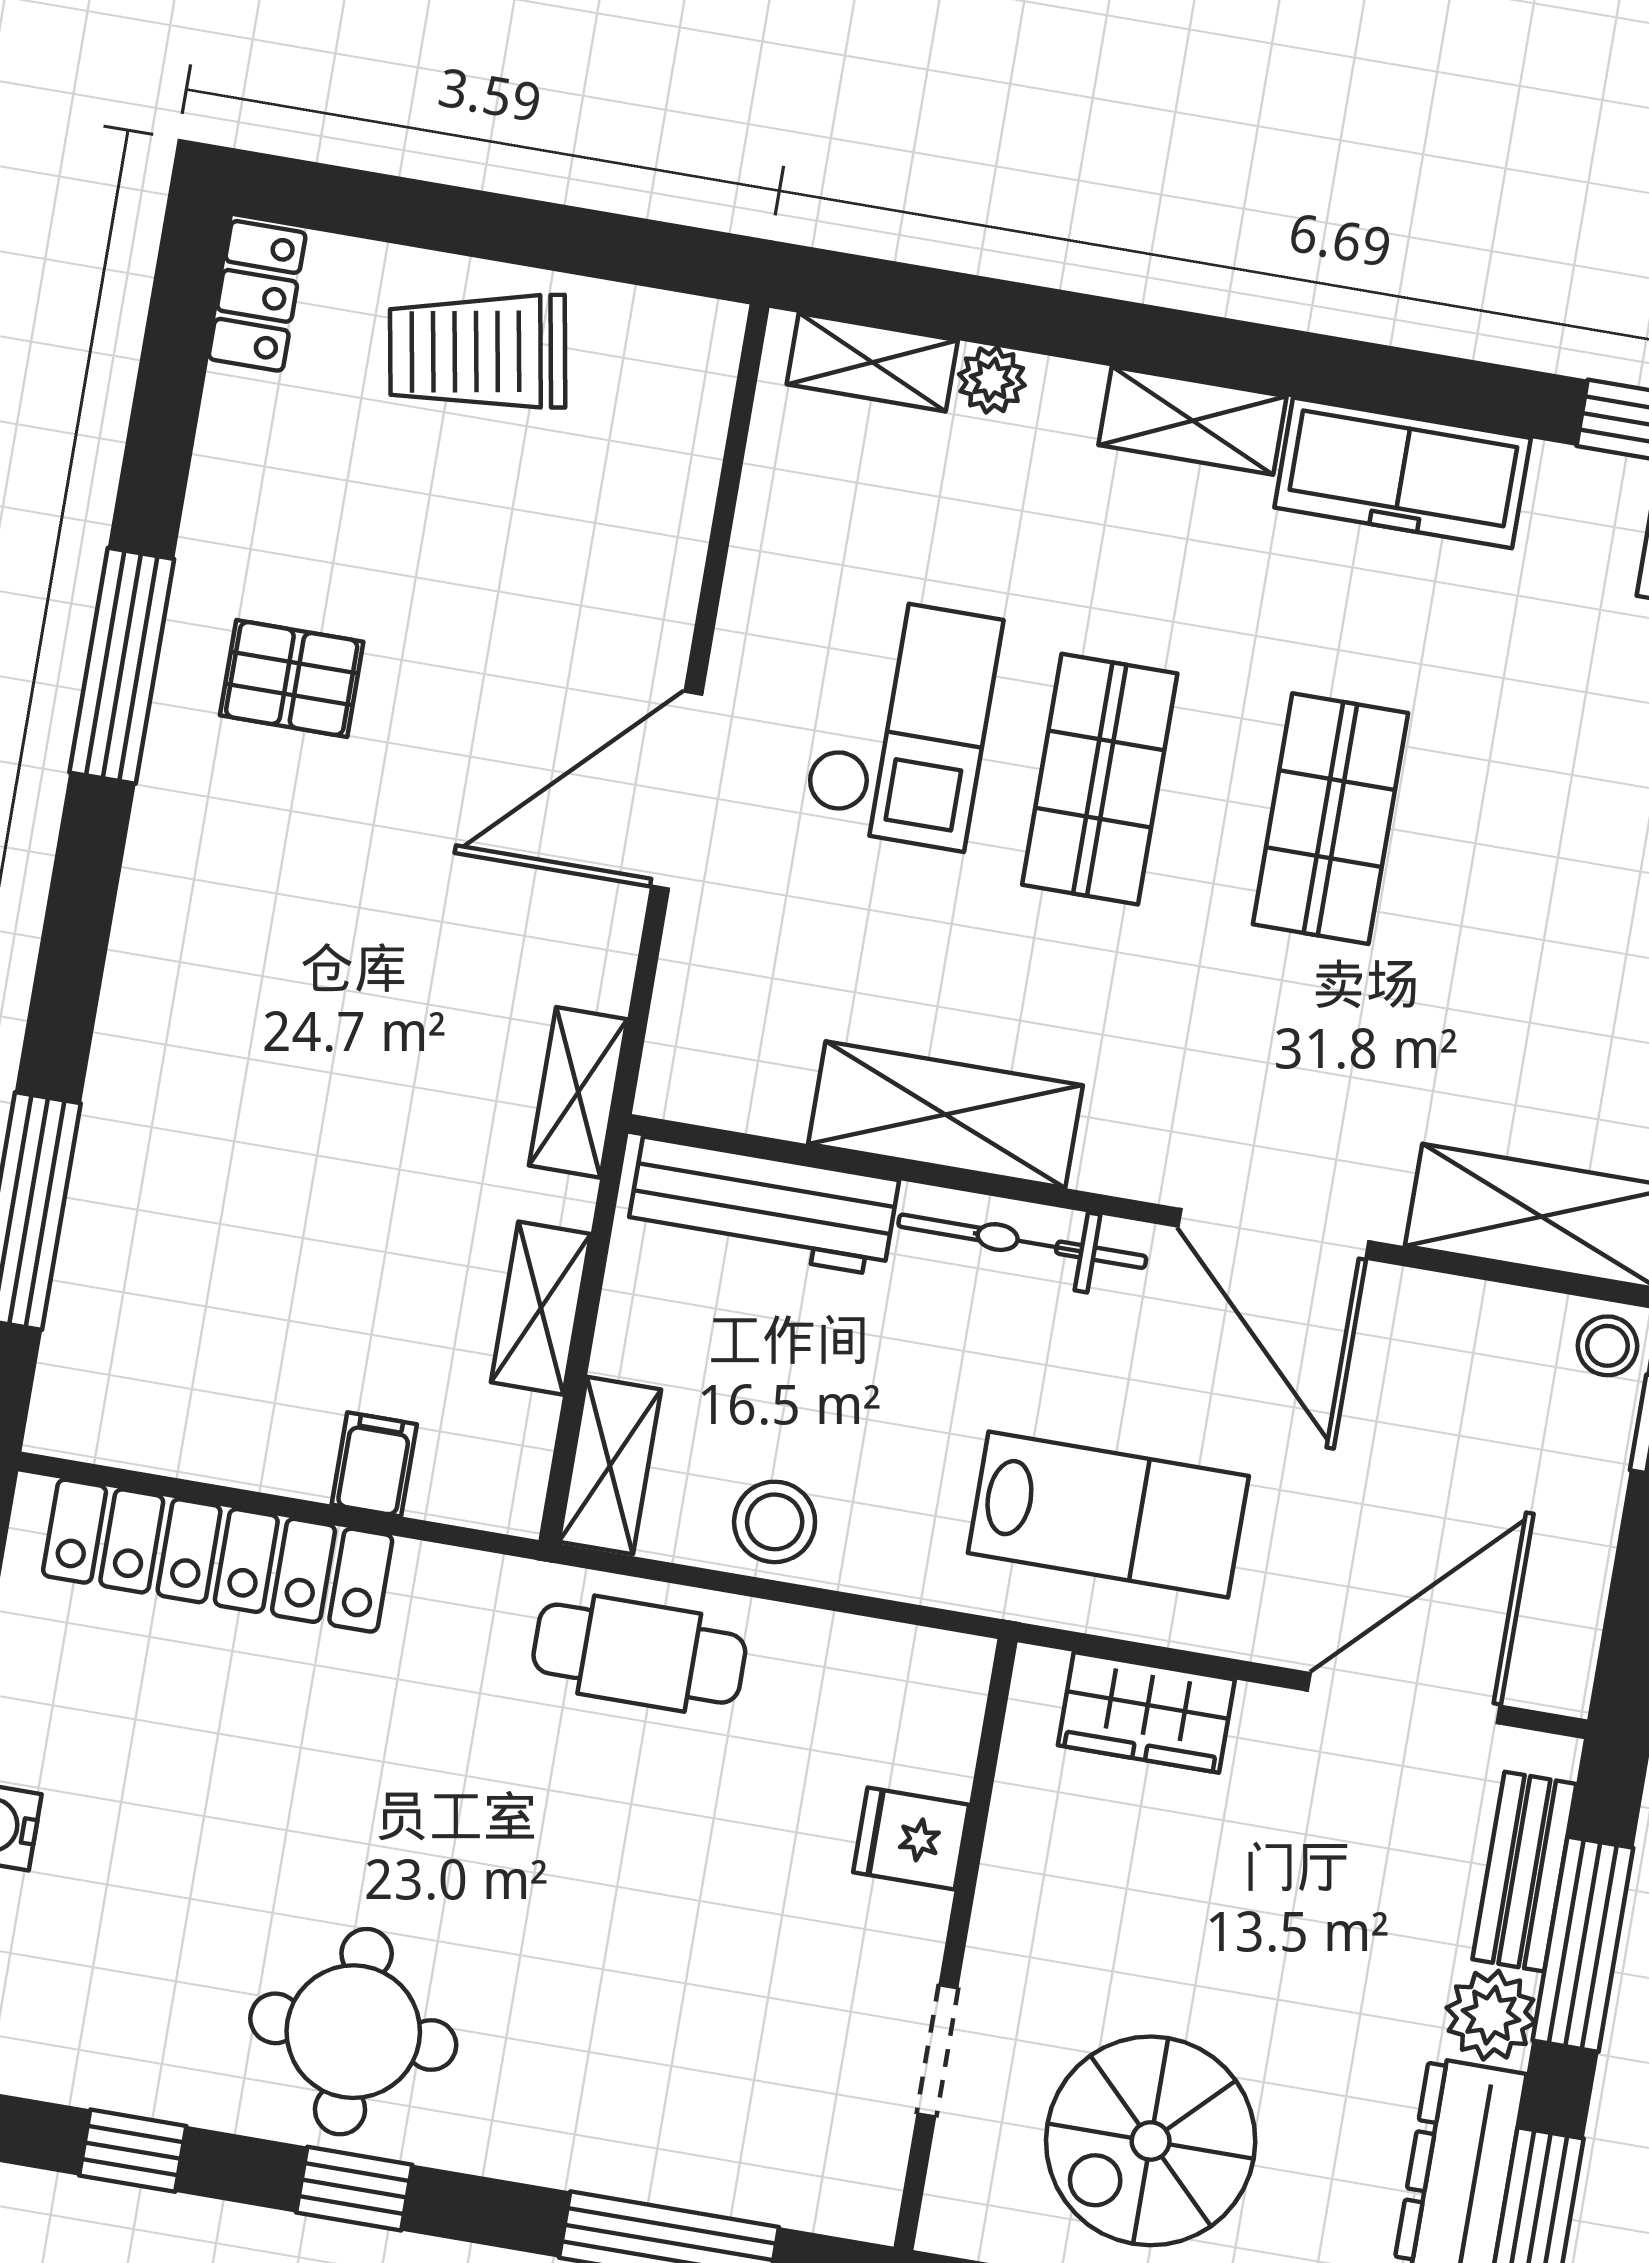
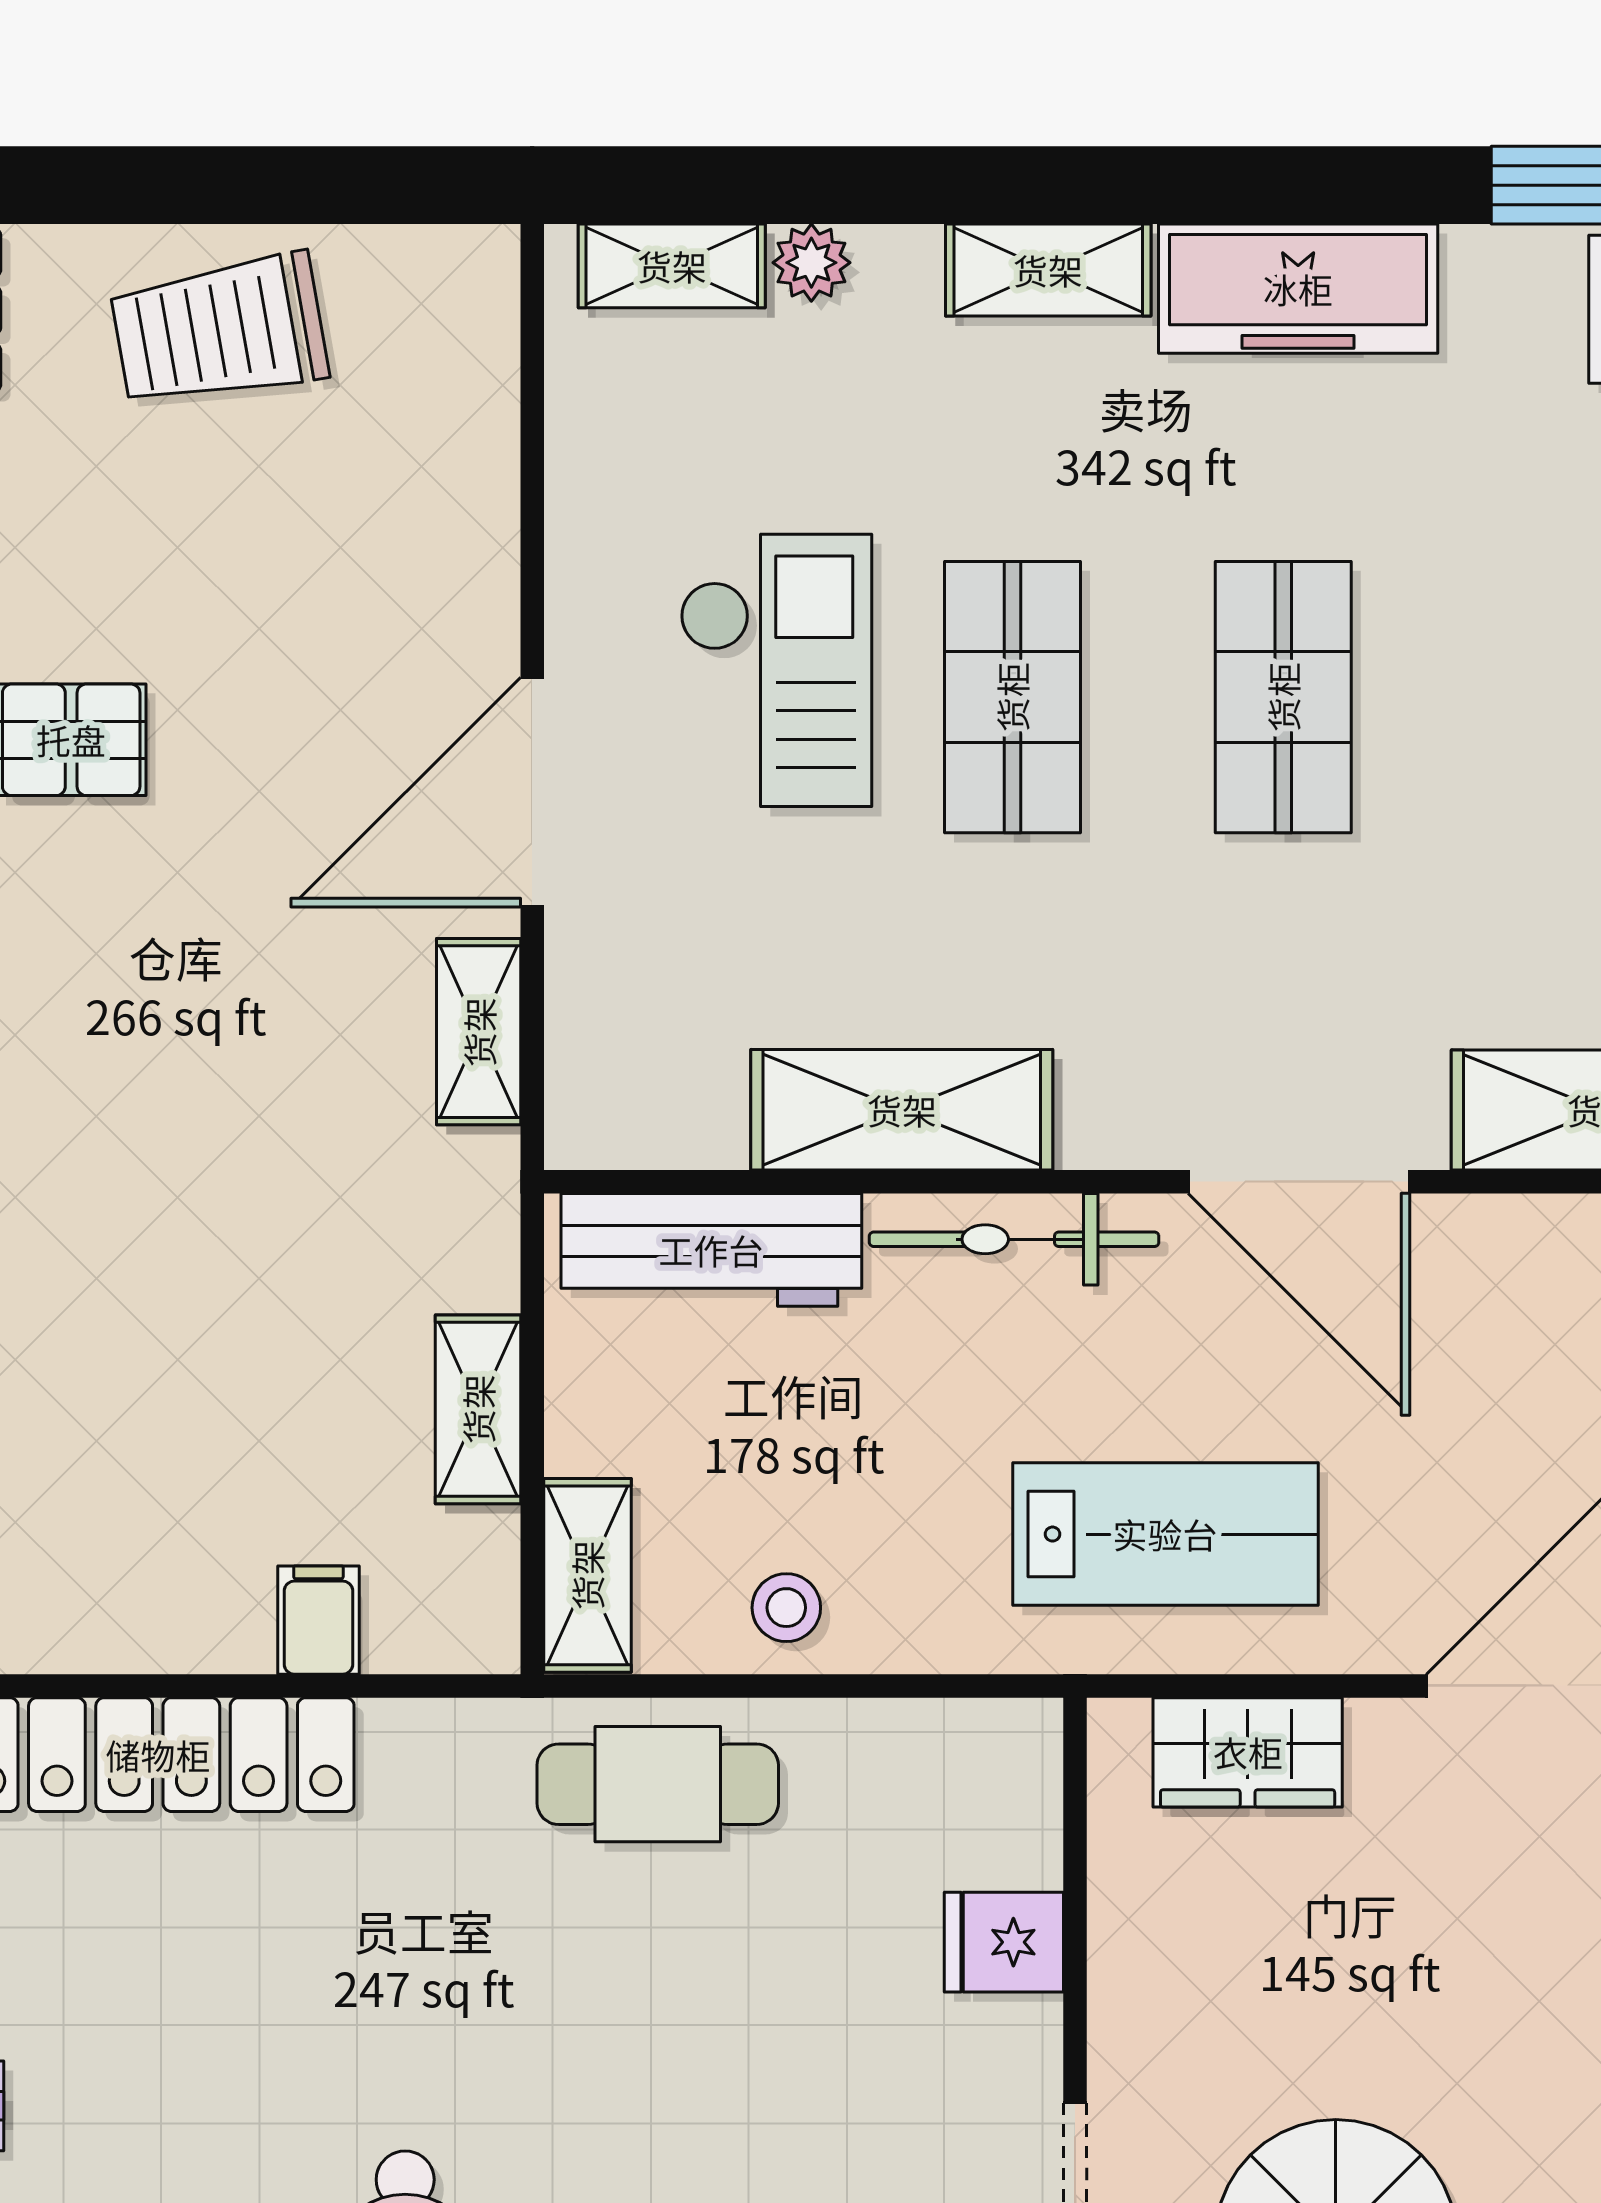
shelving: (578, 1092) -> (479, 1032), moved
stool: (775, 1522) -> (786, 1608), width x0.73, depth x0.73

